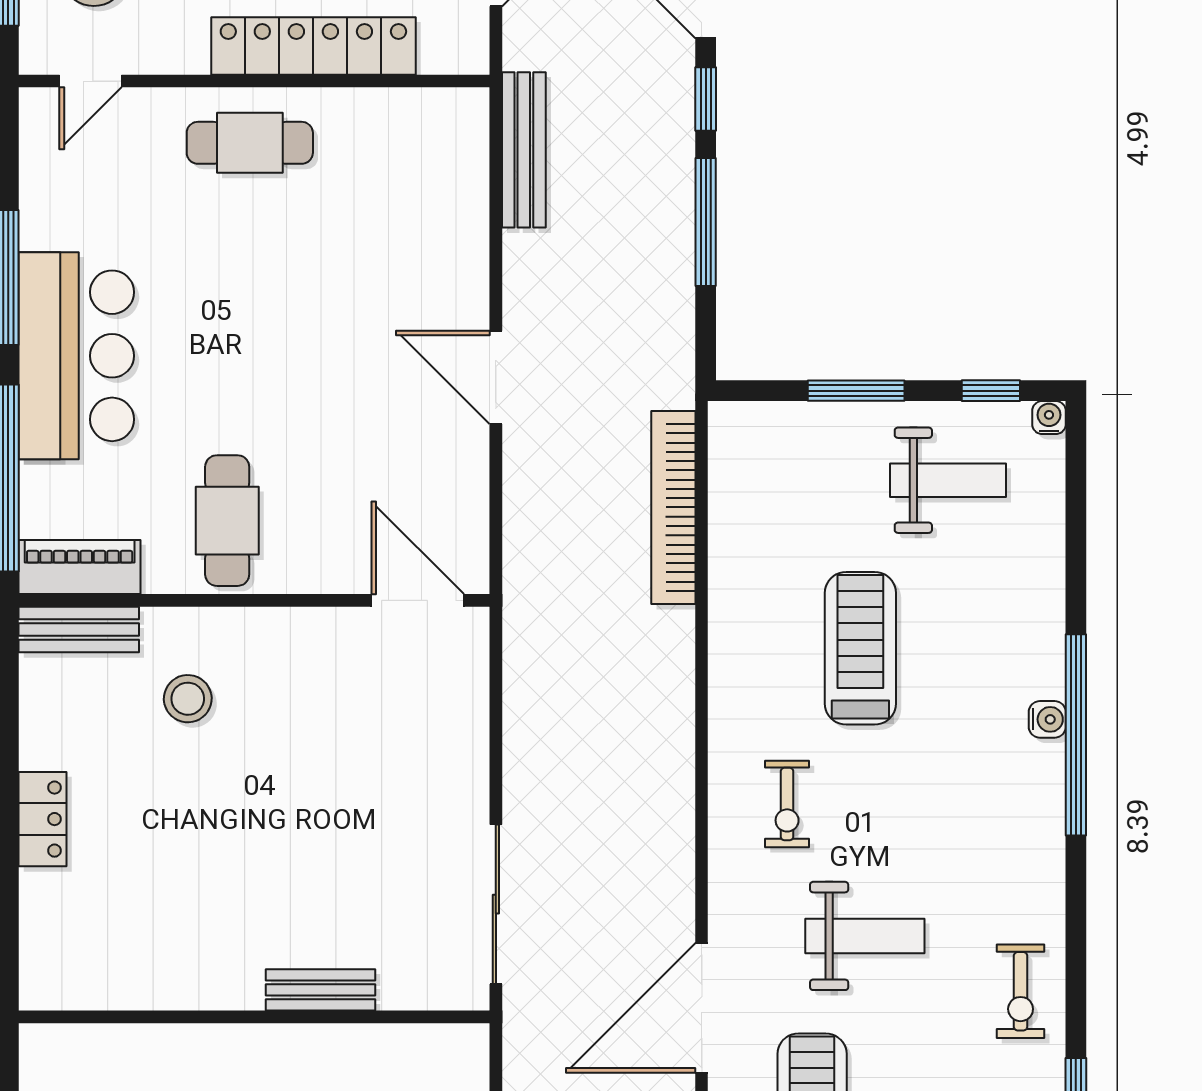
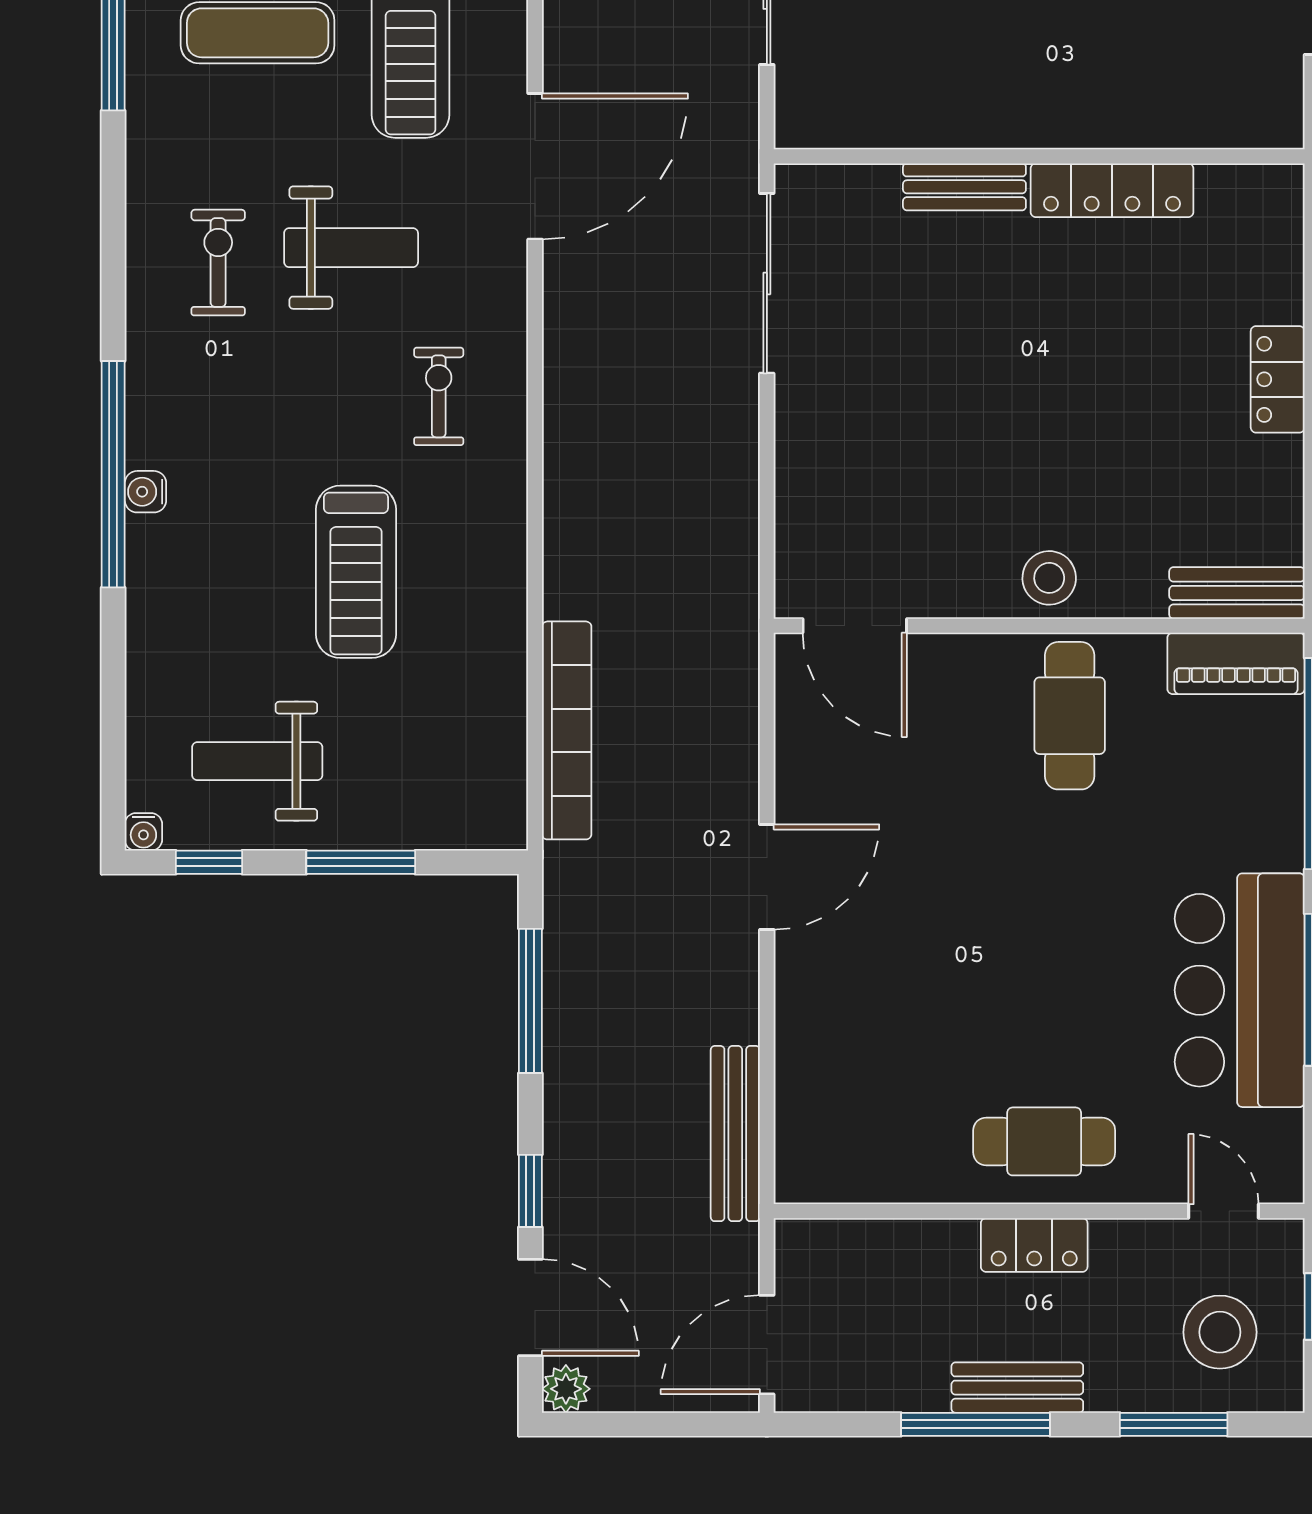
locker: (313, 46) -> (1034, 1245), width x0.46, depth x0.83
door: (91, 81) -> (1224, 1211), hinge flipped
window: (706, 222) -> (530, 1001), moved
bar counter: (76, 356) -> (1240, 990), moved
door: (496, 377) -> (767, 877), hinge flipped
stool: (188, 699) -> (1049, 578), moved
weight bench: (865, 936) -> (351, 248), turned 180
locker: (190, 987) -> (1112, 190), added
exercise bike: (1021, 991) -> (218, 263), moved

